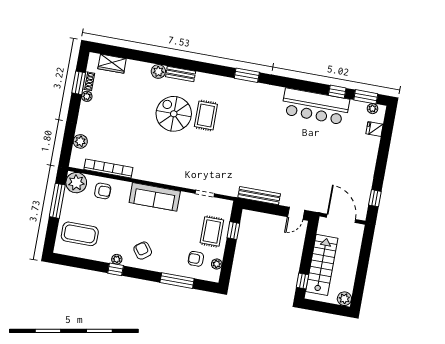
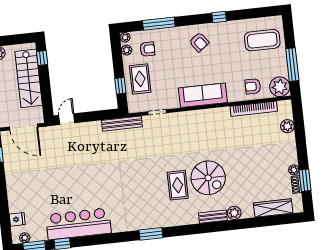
wardrobe: (112, 64) -> (273, 208), width x1.50
bench: (259, 196) -> (122, 124), moved
plant: (117, 259) -> (125, 37), moved

